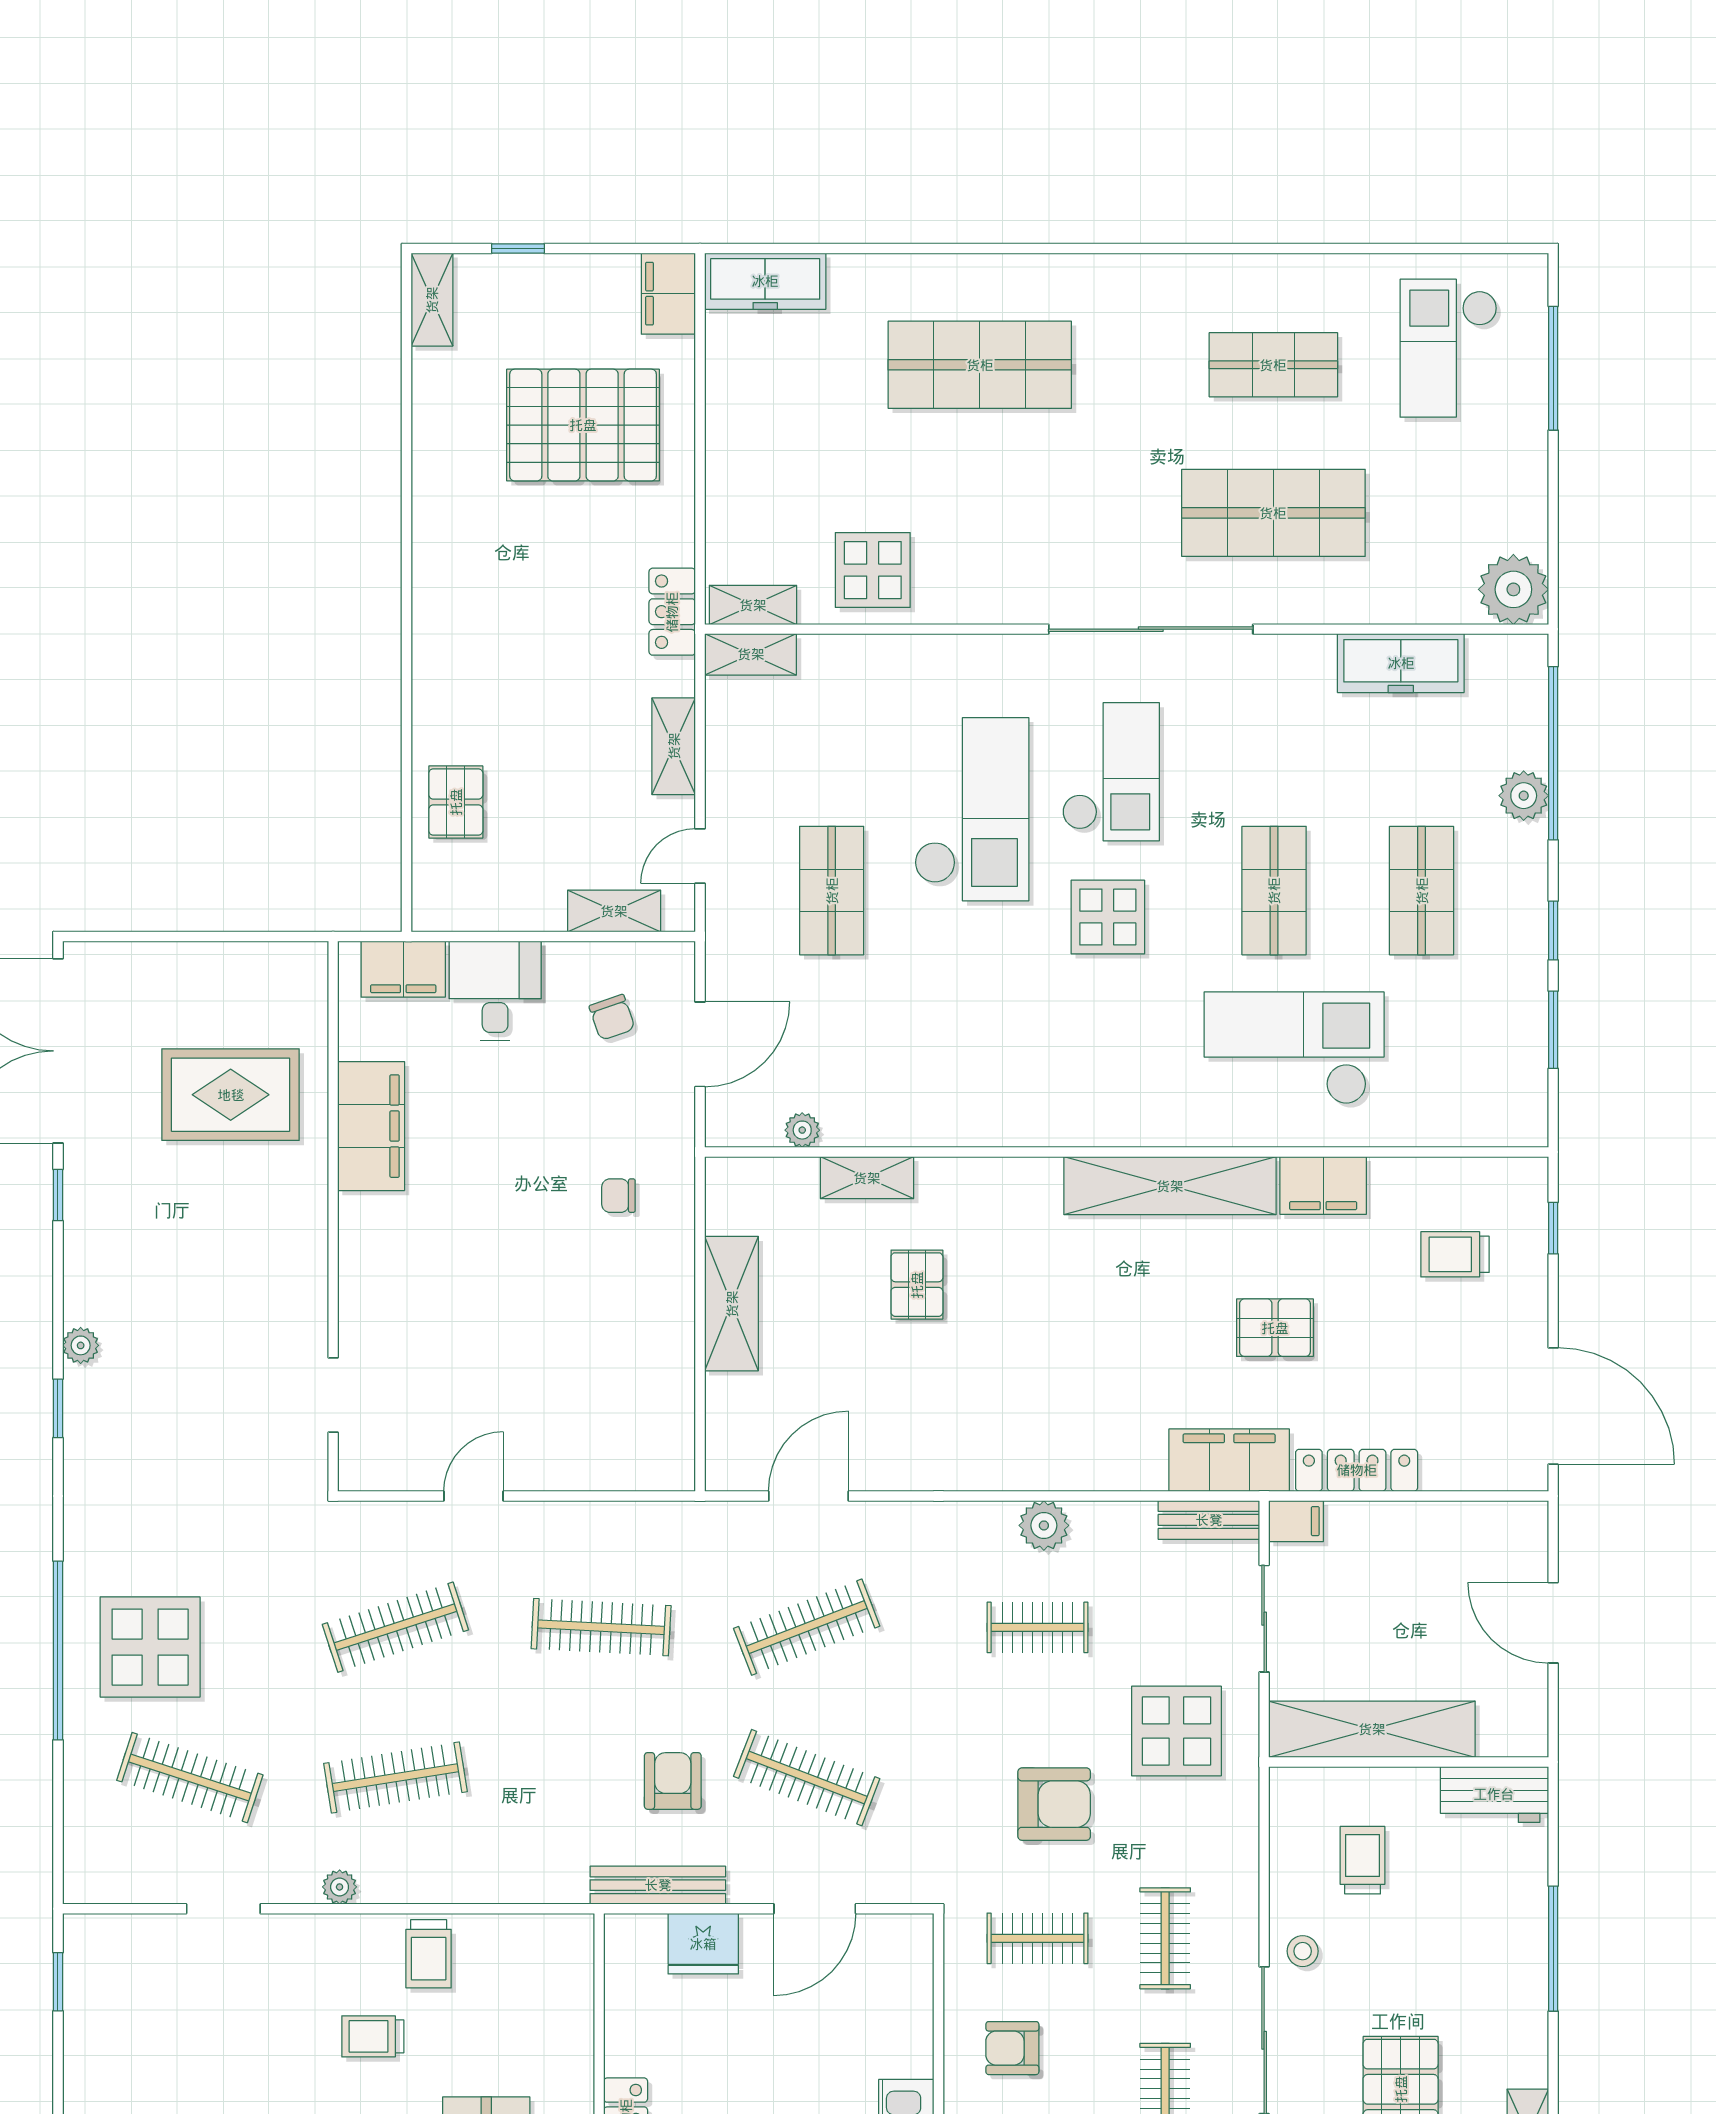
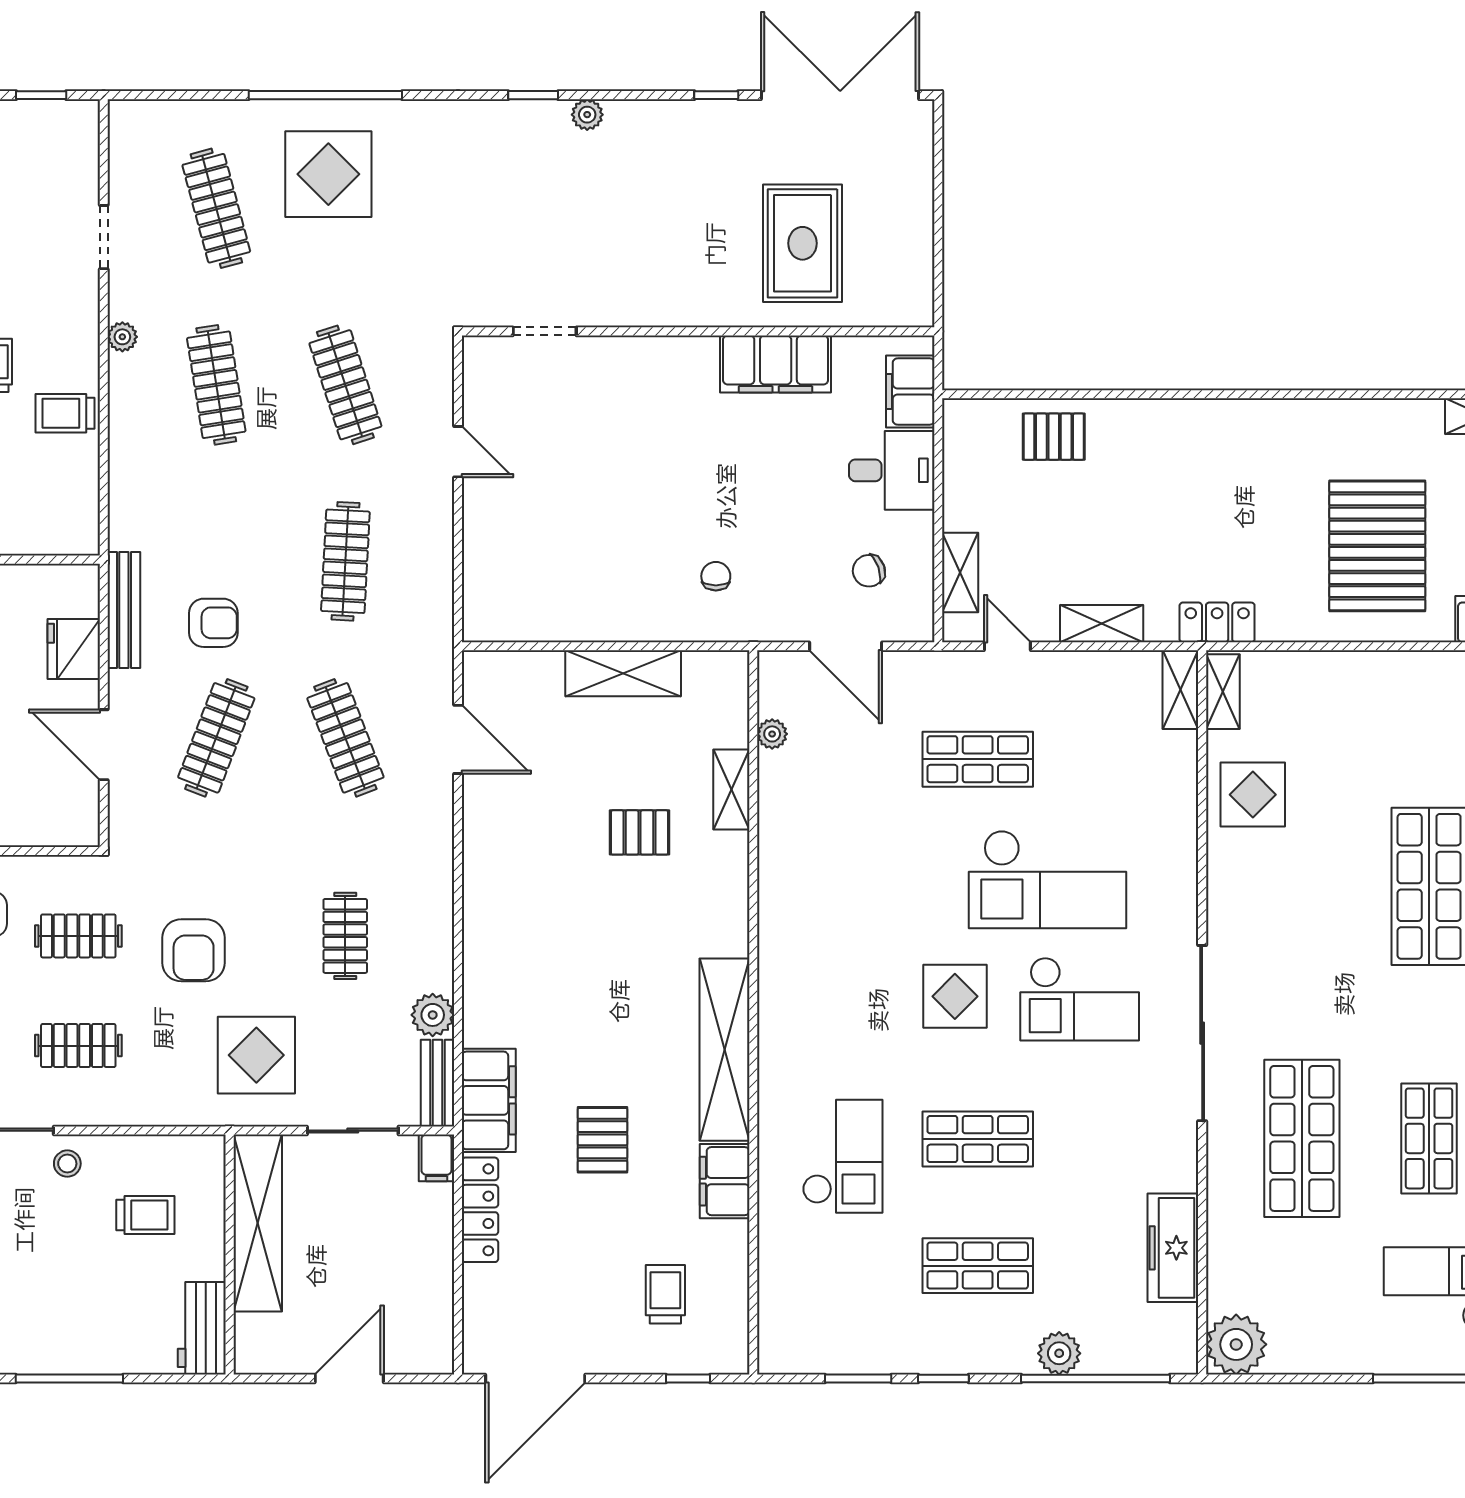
checkout: (1294, 1048) -> (843, 1156), width x0.73, depth x0.83
plant: (1044, 1525) -> (433, 1015), moved
clothes rail: (190, 1778) -> (216, 208), turned -33
clothes rail: (1037, 1938) -> (78, 936), turned 90

